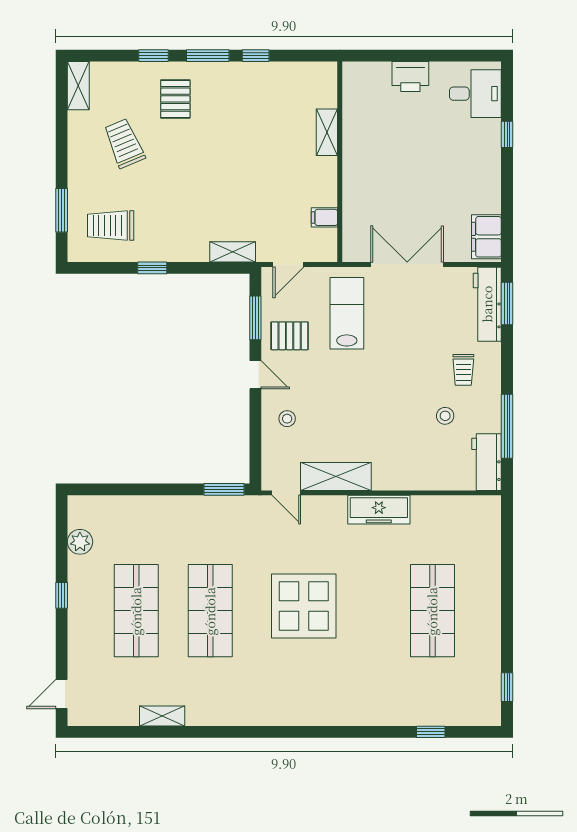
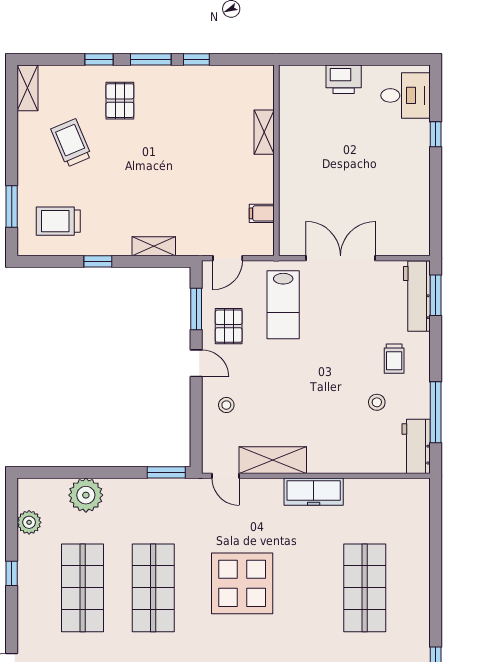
filing cabinet: (486, 237) -> (416, 232), removed
shelving: (233, 252) -> (154, 246), moved
lab bench: (347, 313) -> (283, 305), turned 180
pallet: (290, 336) -> (229, 326), turned 90
plant: (140, 513) -> (86, 495), added

